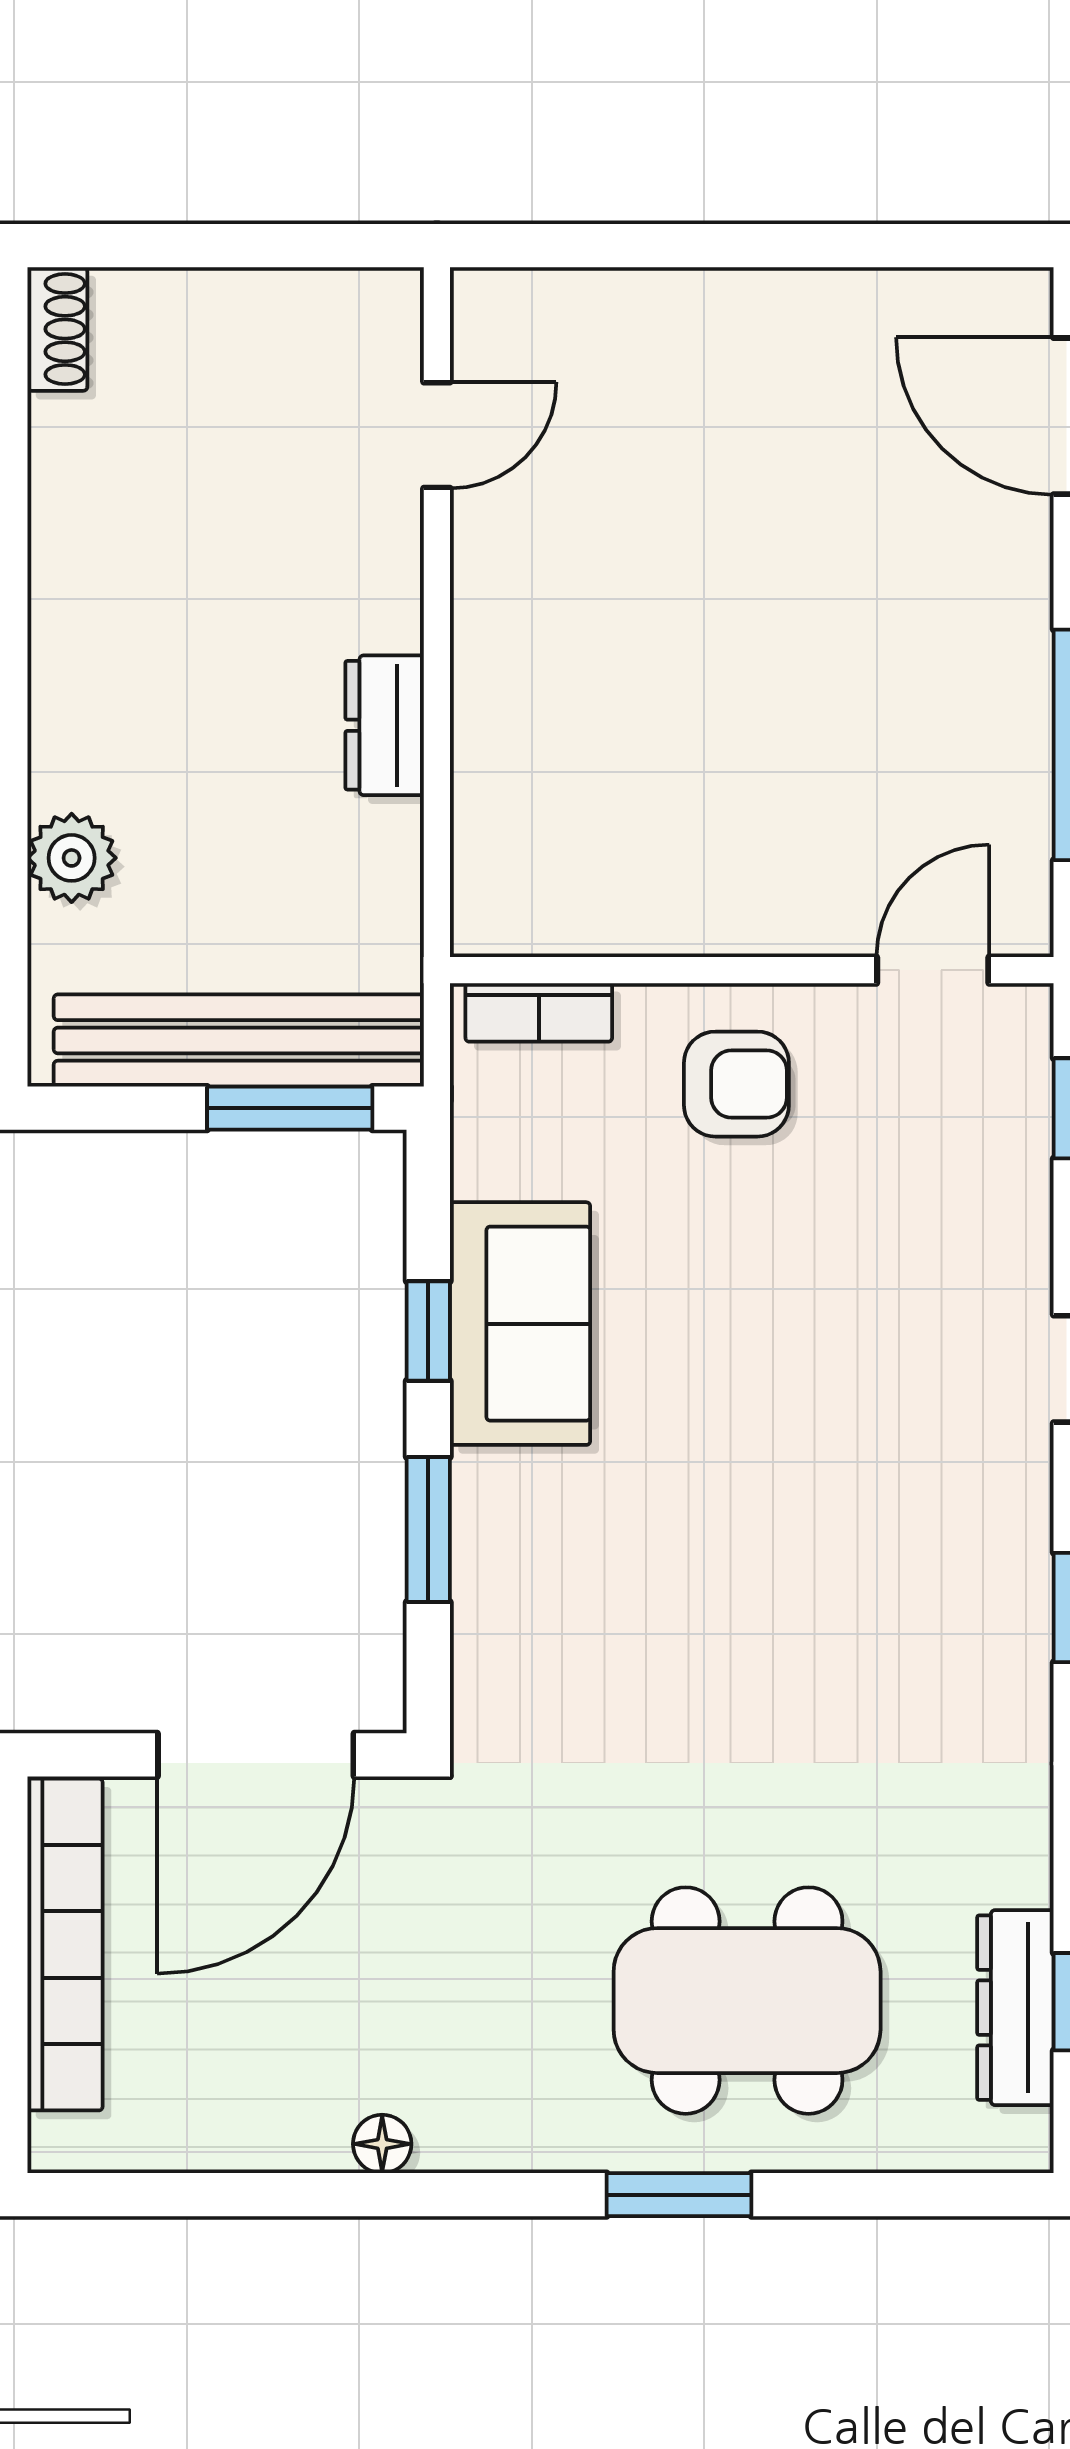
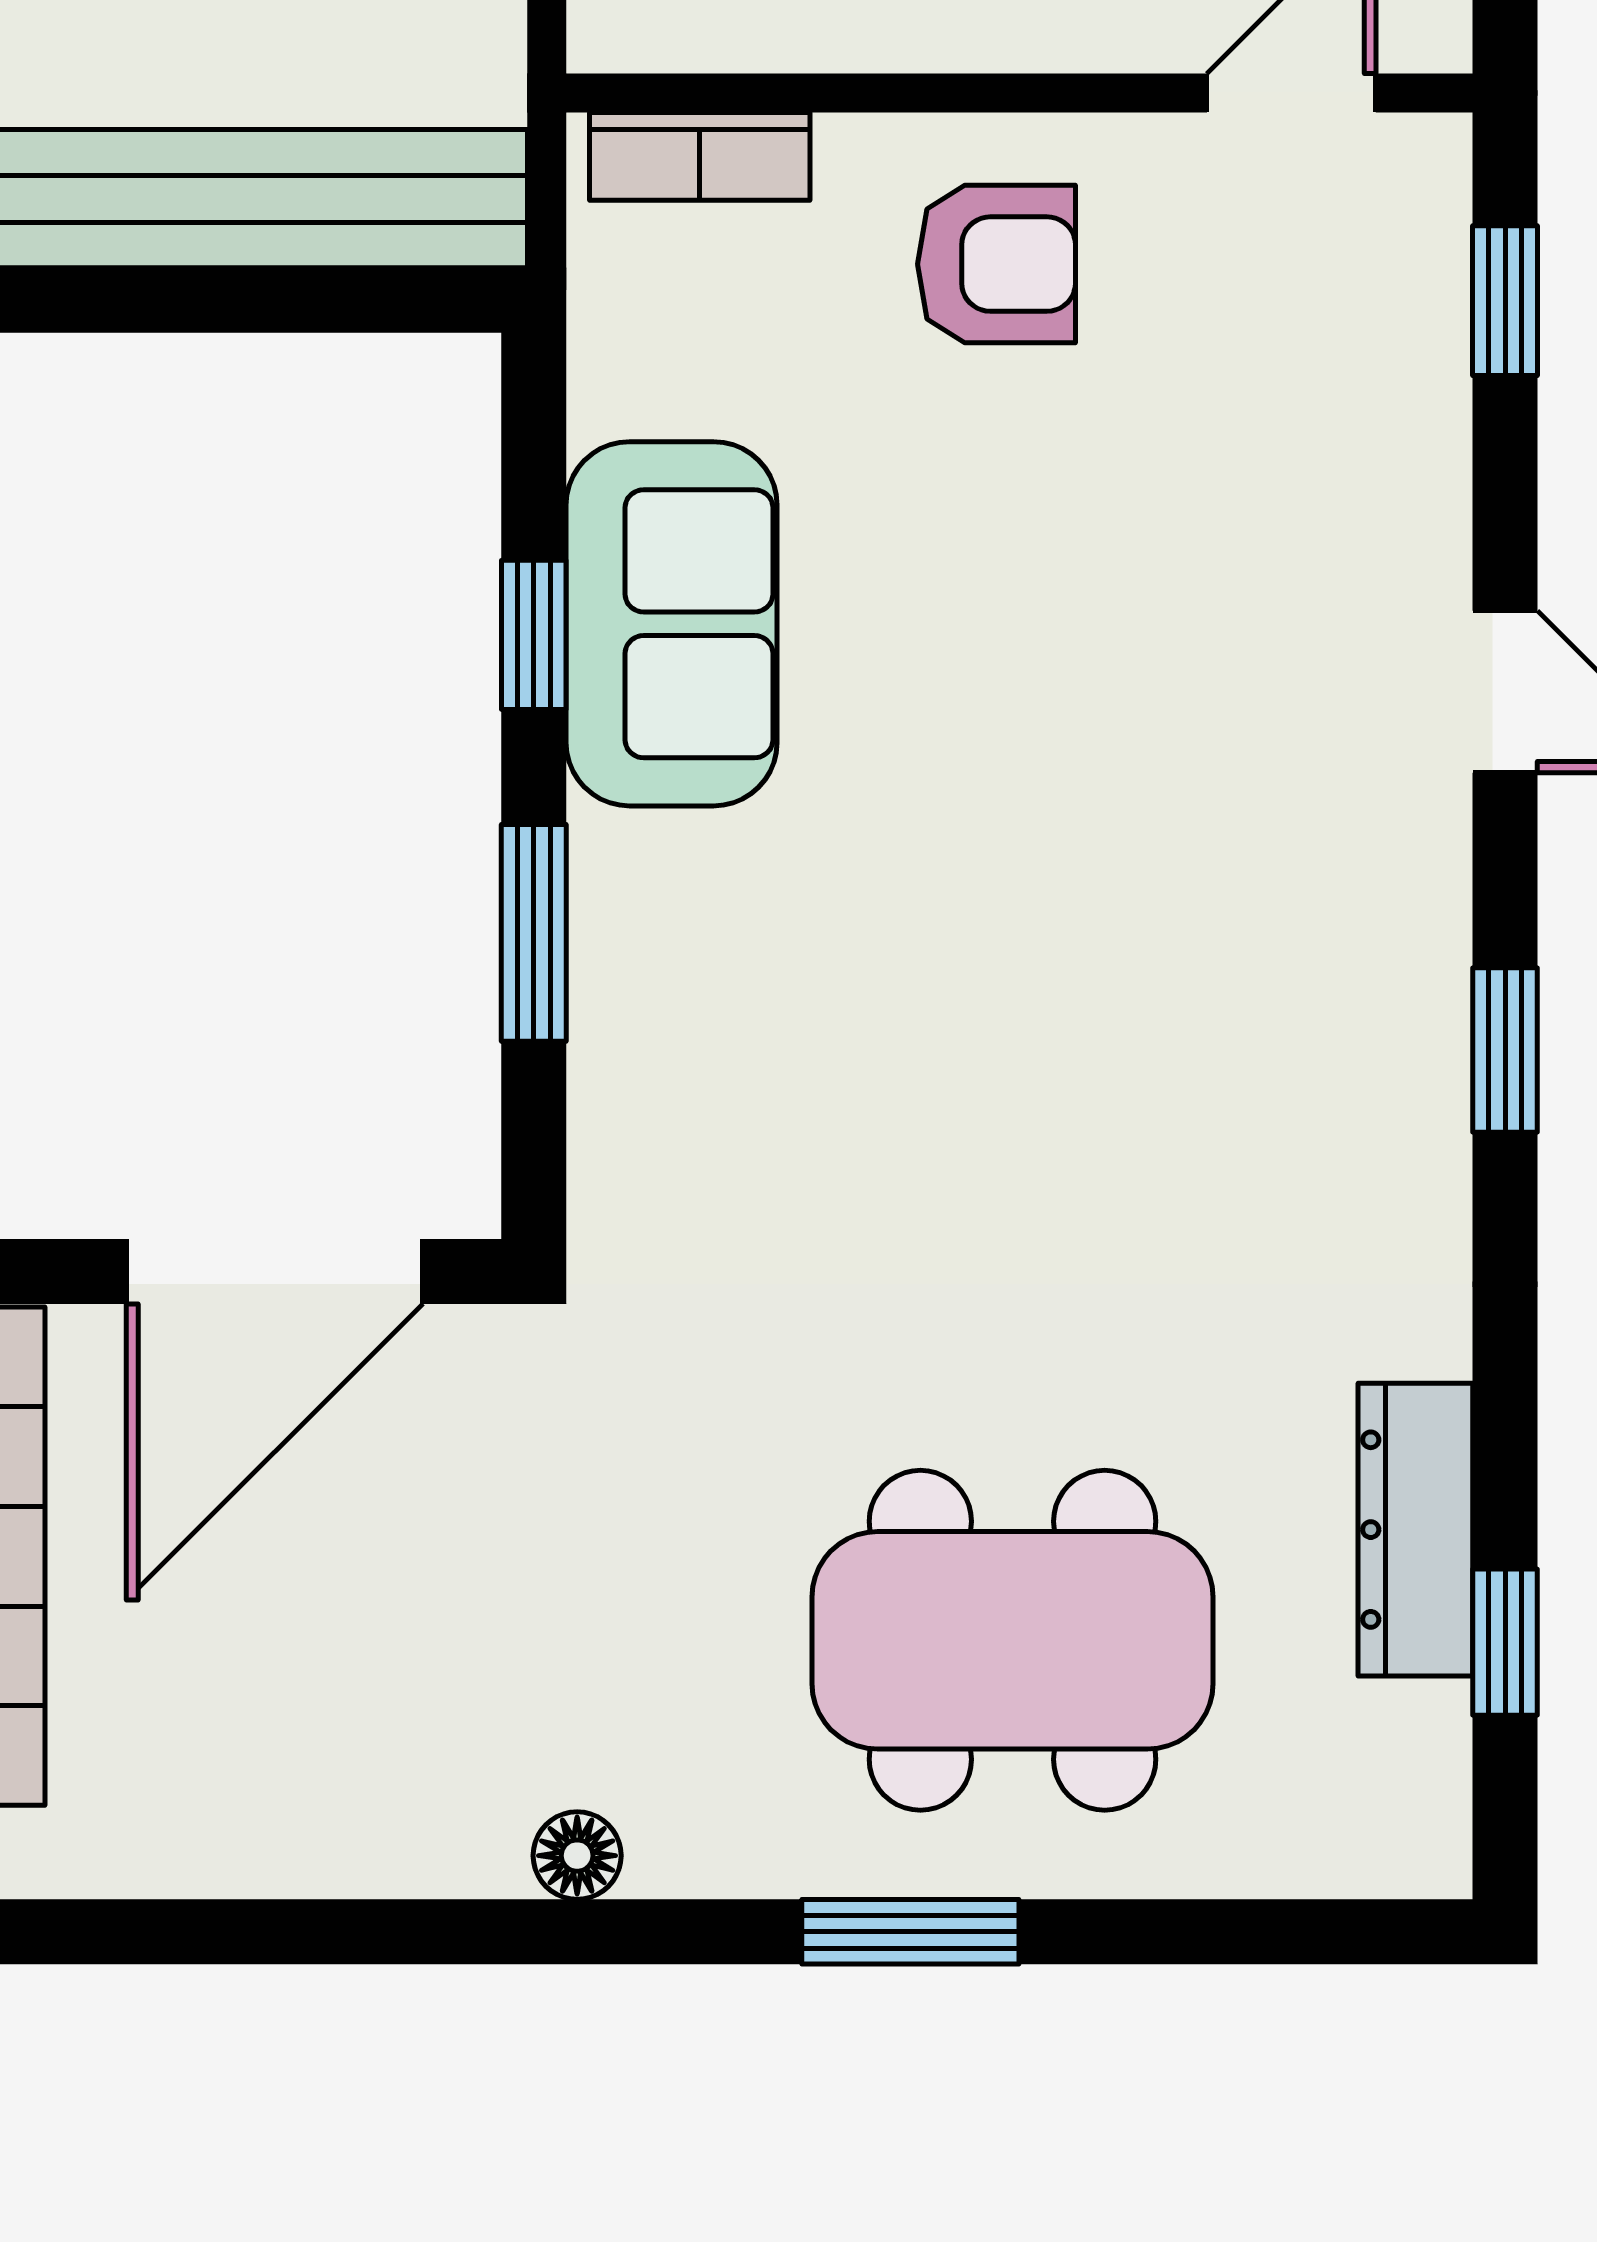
window: (290, 1108) -> (326, 300), removed
dresser: (1015, 2008) -> (1415, 1530), moved
floor lamp: (382, 2144) -> (577, 1856), moved

